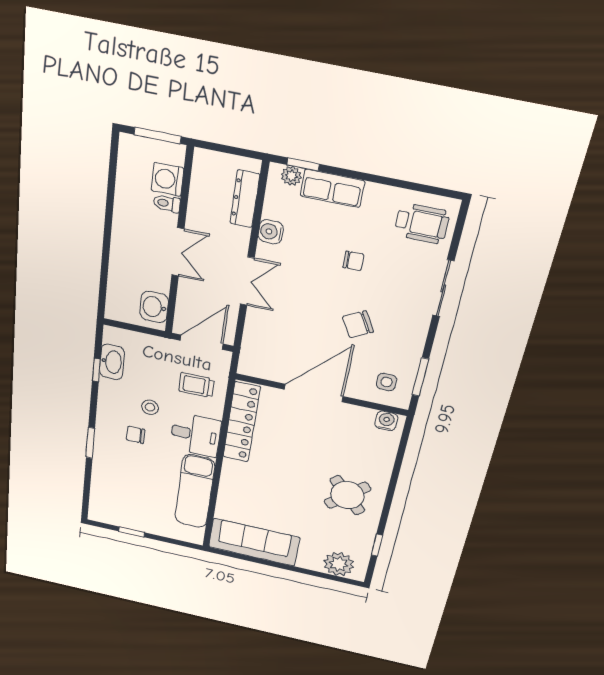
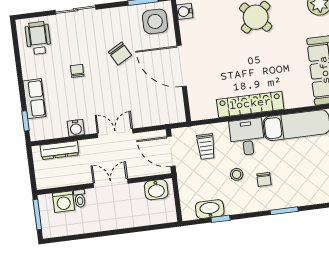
plant: (291, 176) -> (35, 126), removed
side table: (387, 382) -> (155, 21), width x1.87, depth x1.87
locker: (242, 422) -> (250, 104), moved

